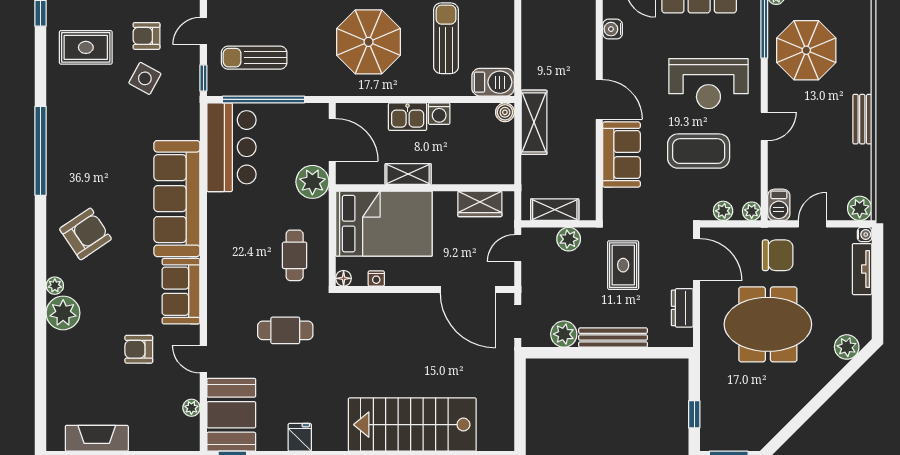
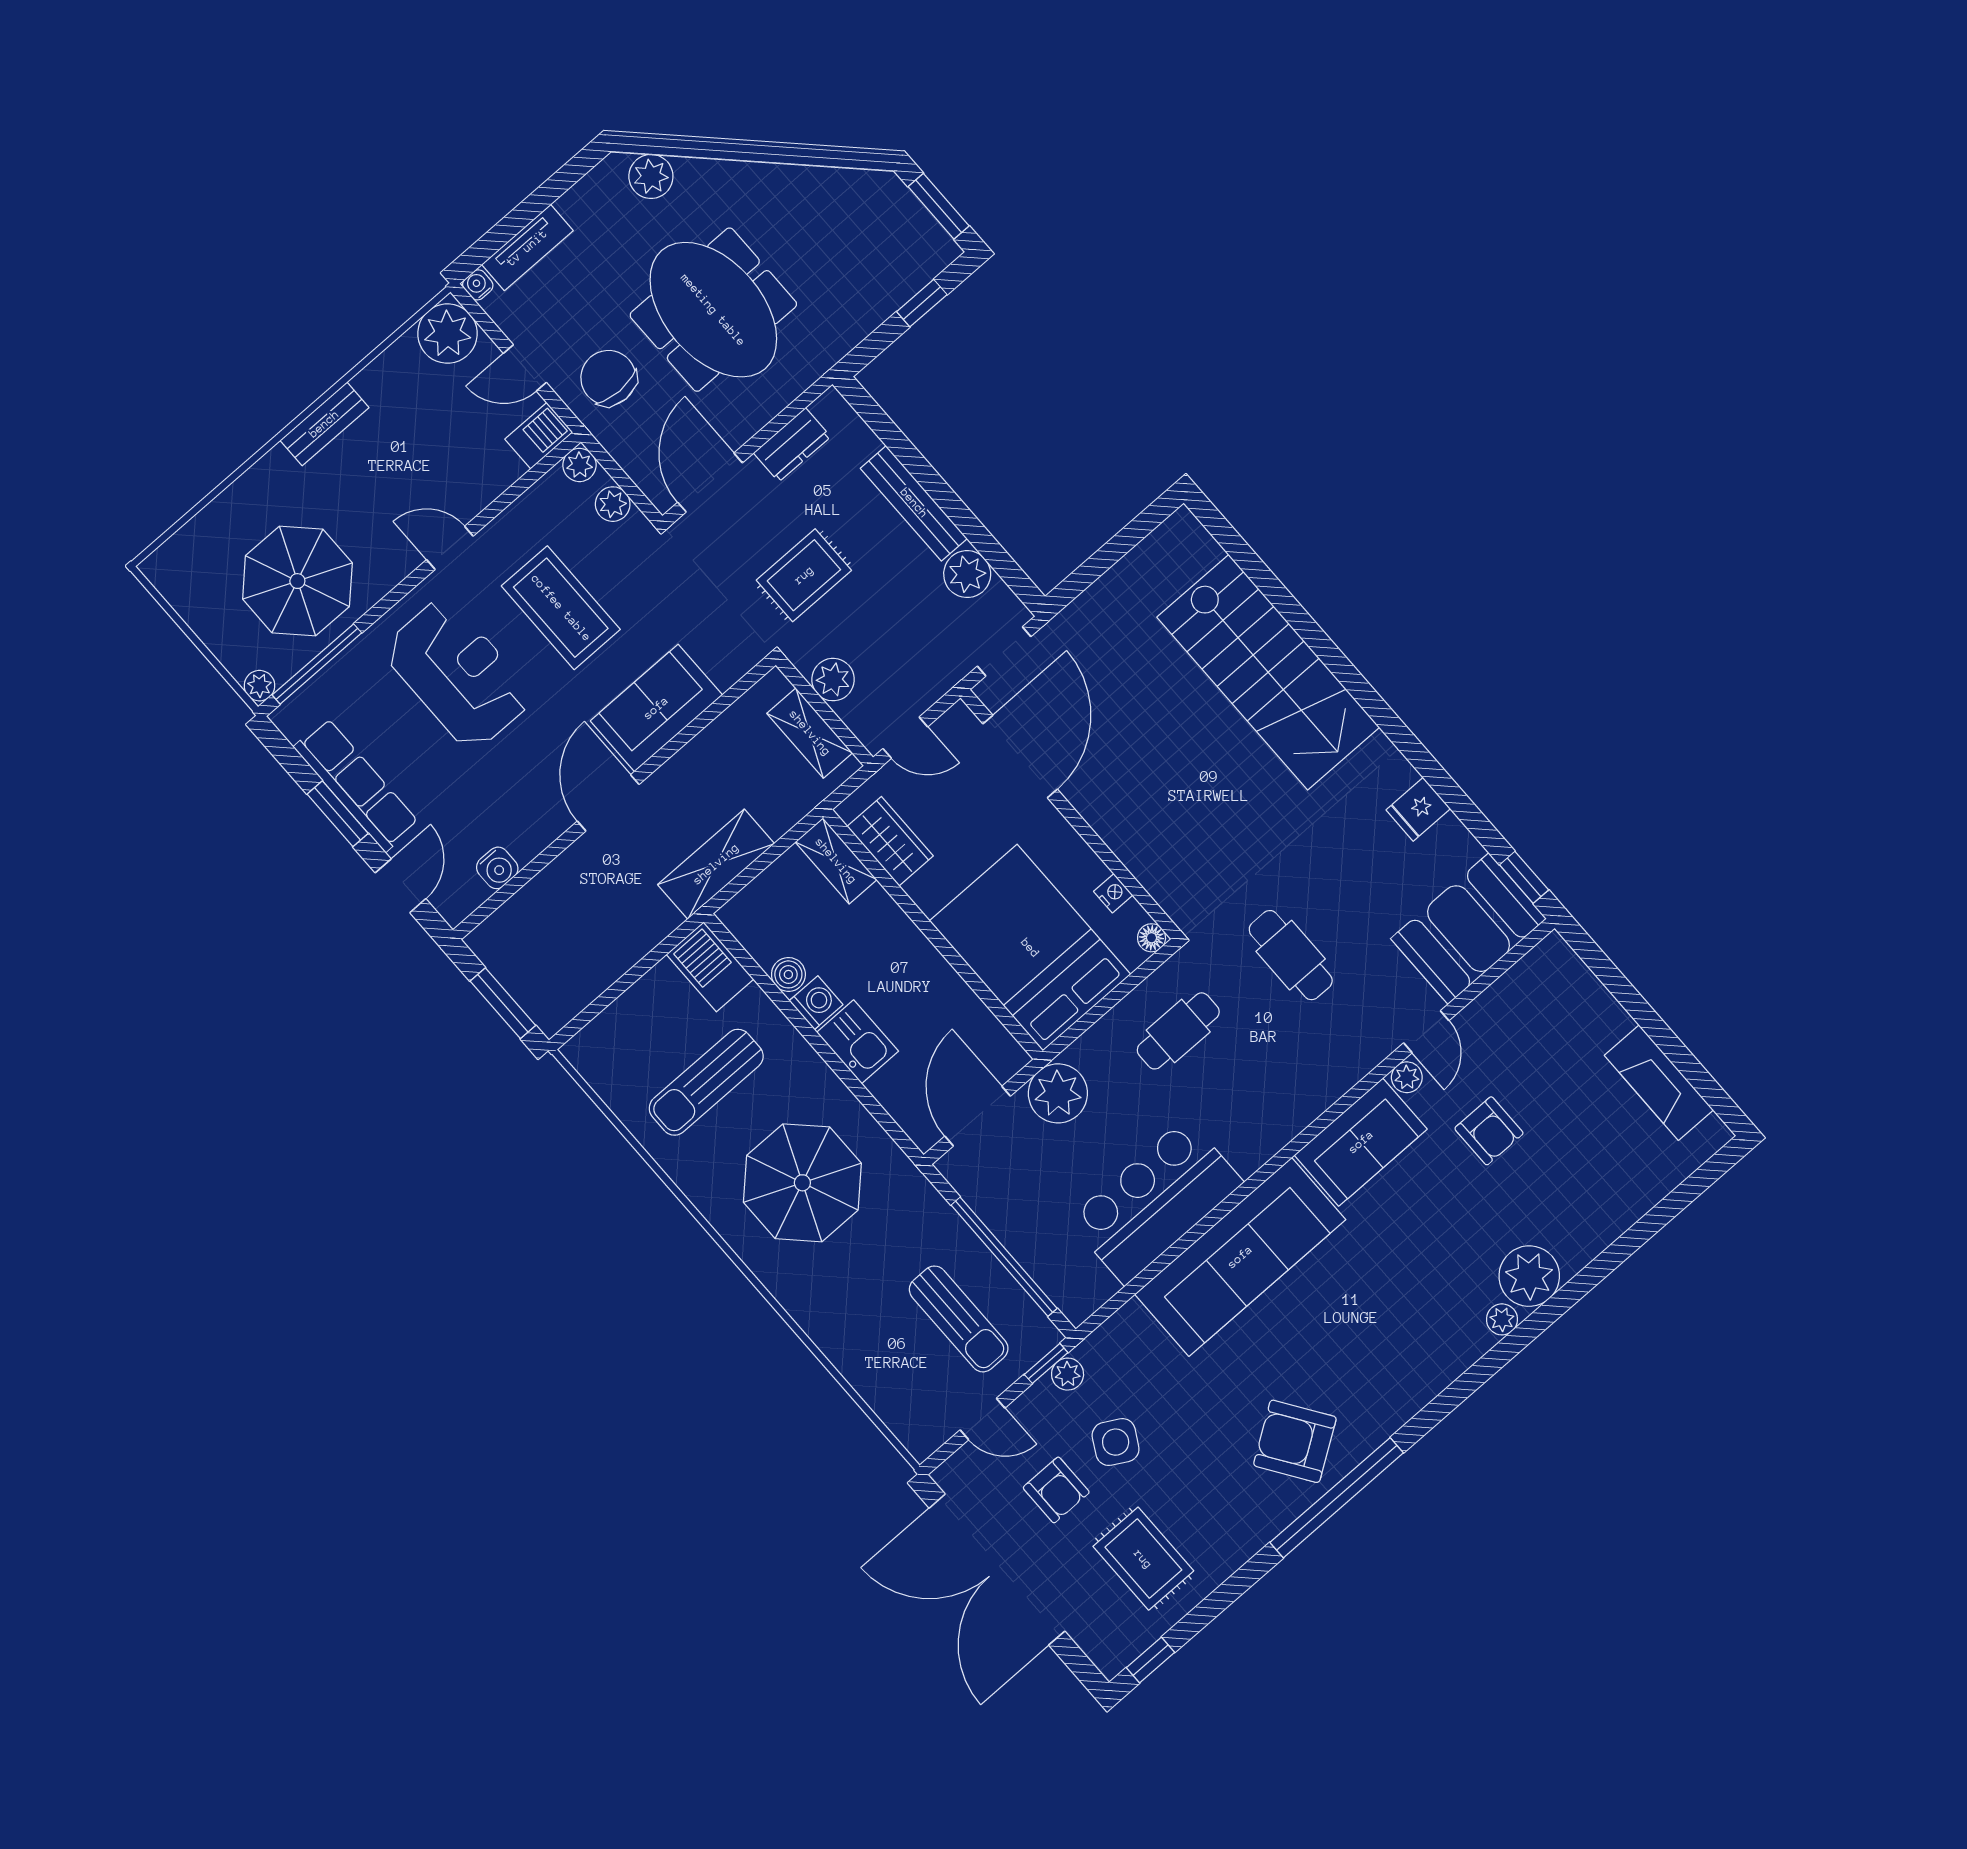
plant: (191, 83) -> (1068, 1374), added
boiler: (505, 112) -> (788, 974), moved
bar counter: (231, 147) -> (1156, 1201), moved
shelving: (408, 174) -> (836, 861), moved
plant: (860, 208) -> (447, 334), width x1.36, depth x1.36
armchair: (85, 234) -> (1295, 1441), moved
plant: (191, 408) -> (1407, 1077), moved

